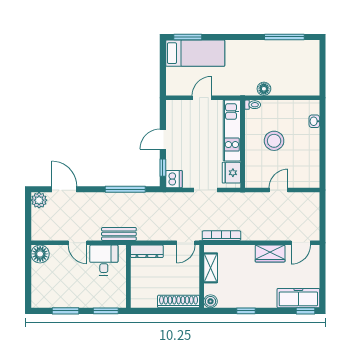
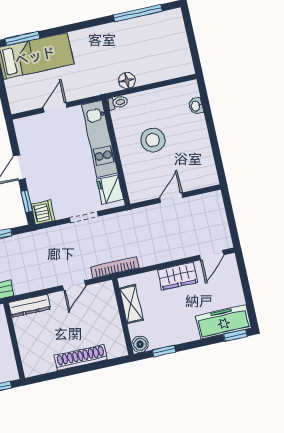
shelving: (211, 268) -> (131, 304), moved
wall: (202, 276) -> (123, 317), moved
boiler: (210, 301) -> (140, 344), moved

